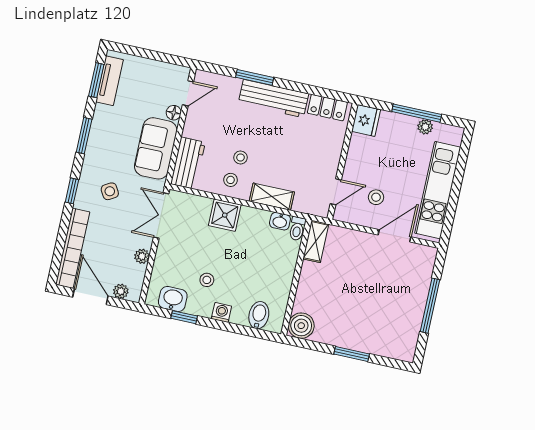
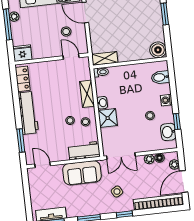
window: (255, 77) -> (21, 140), moved
floor lamp: (174, 113) -> (160, 158), moved
washbasin: (280, 221) -> (102, 103), moved

